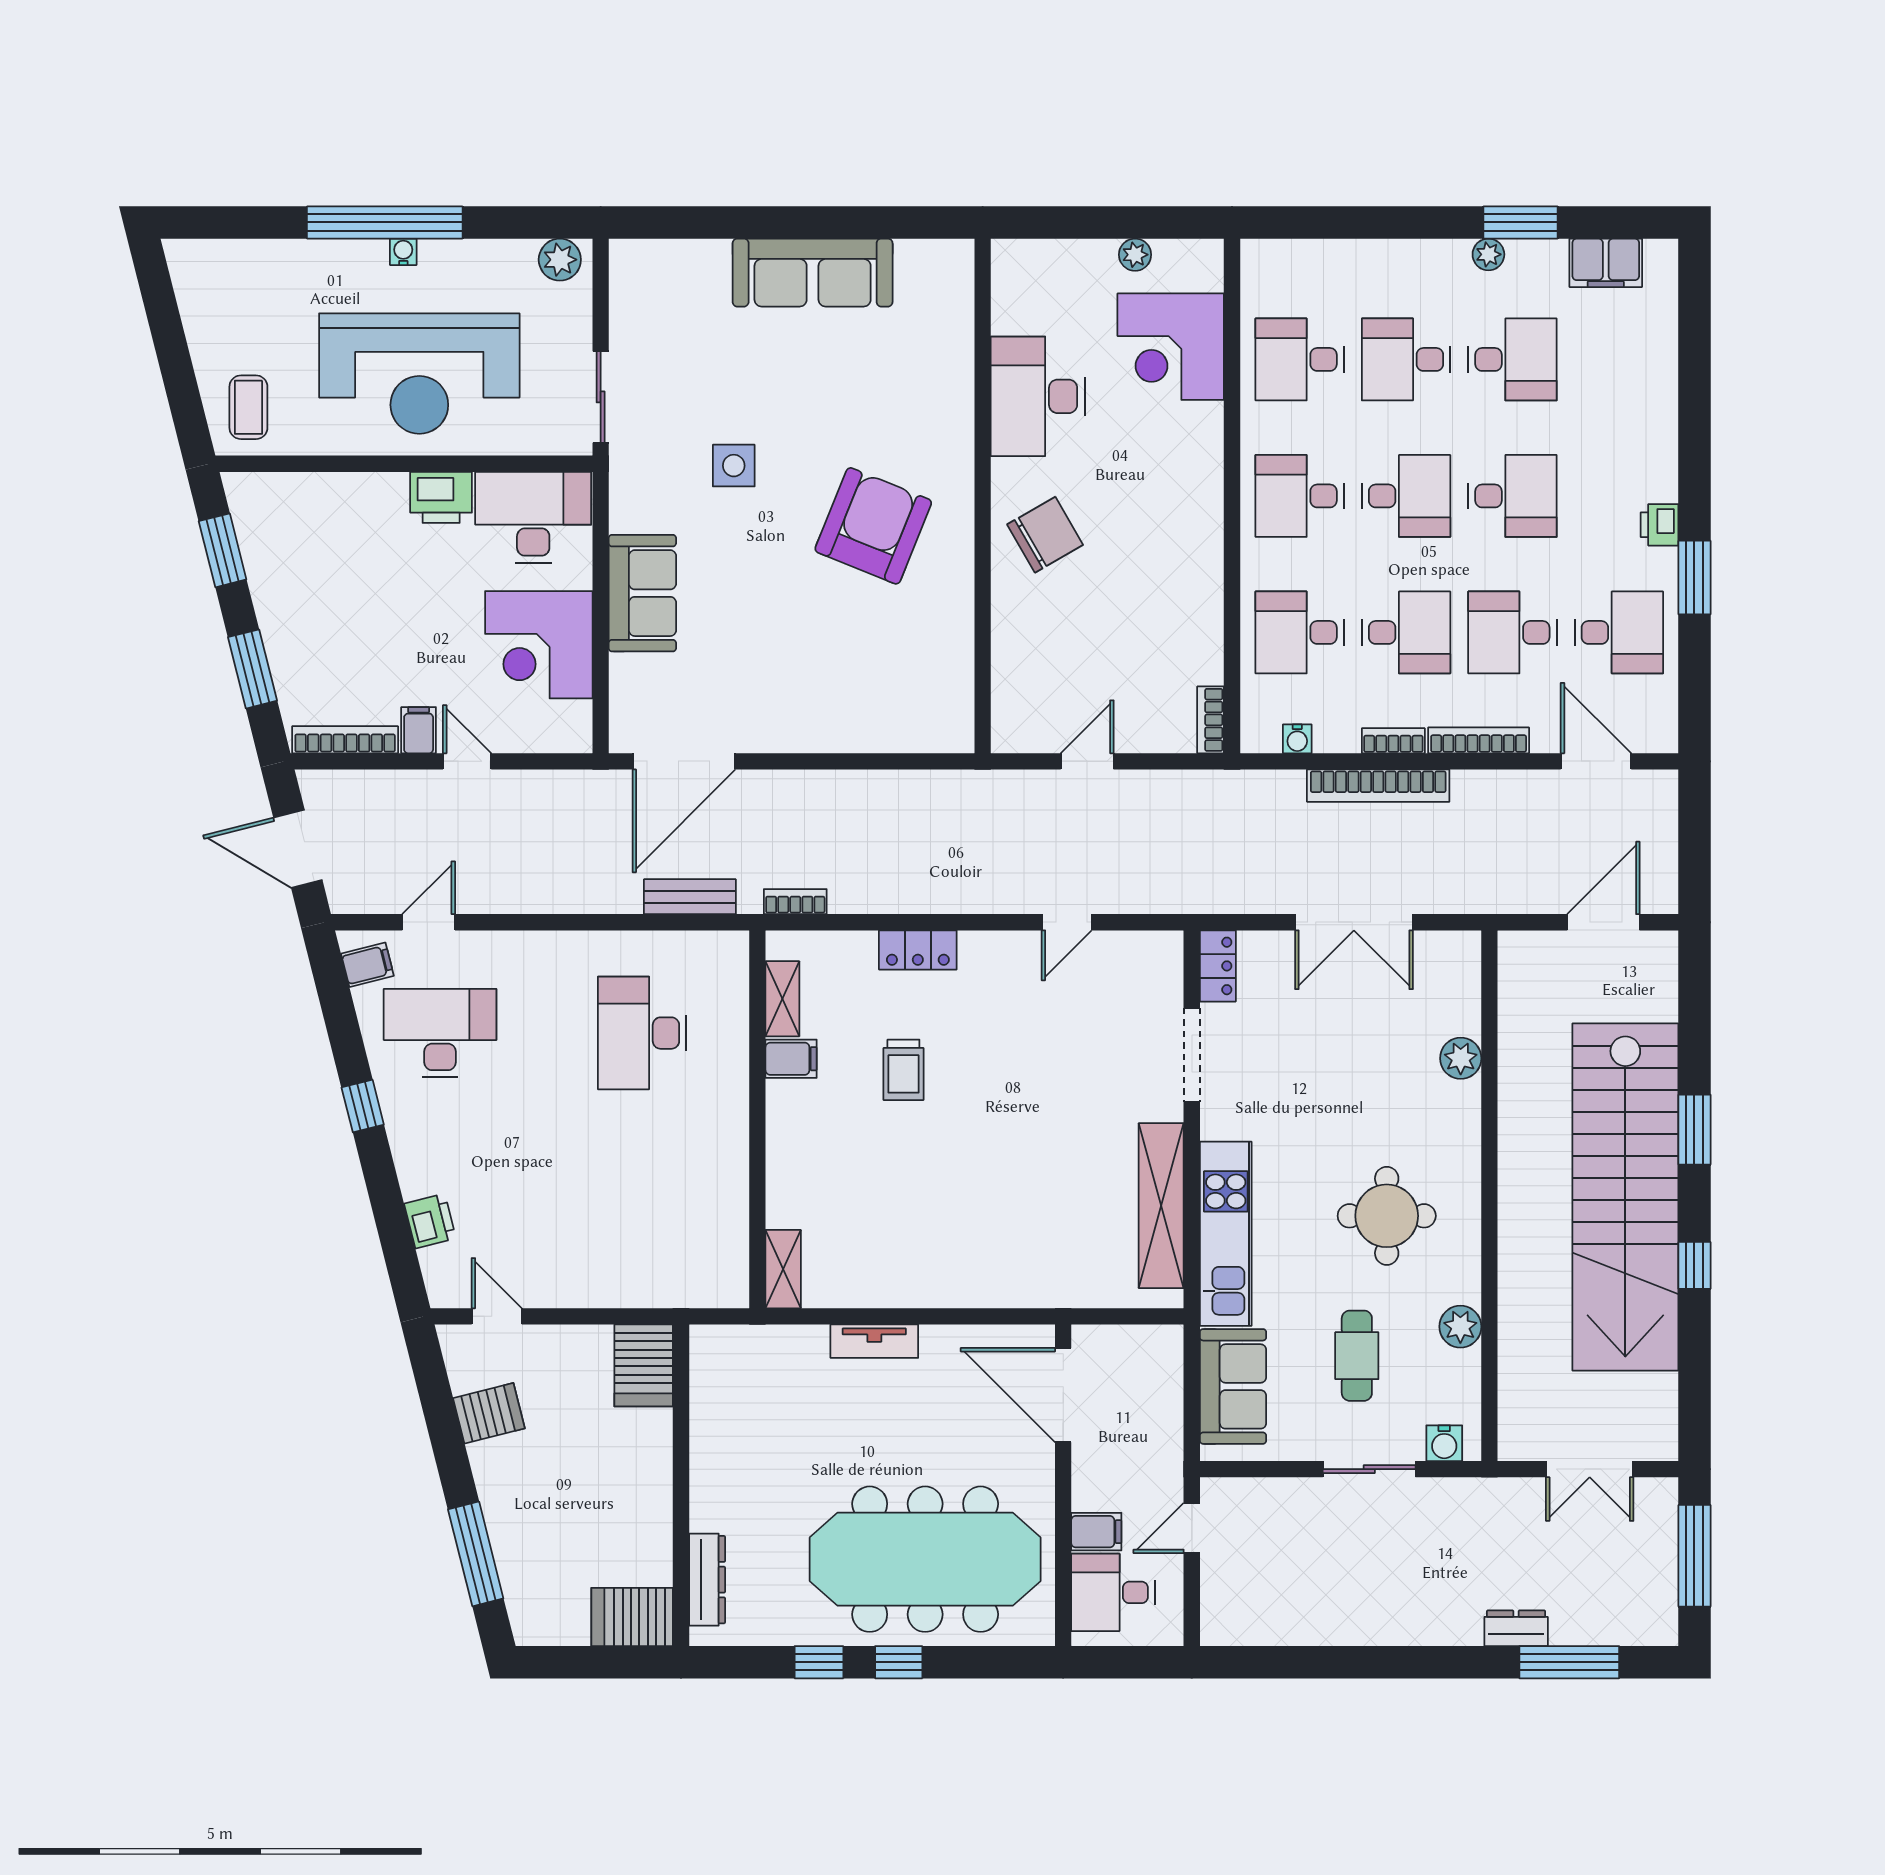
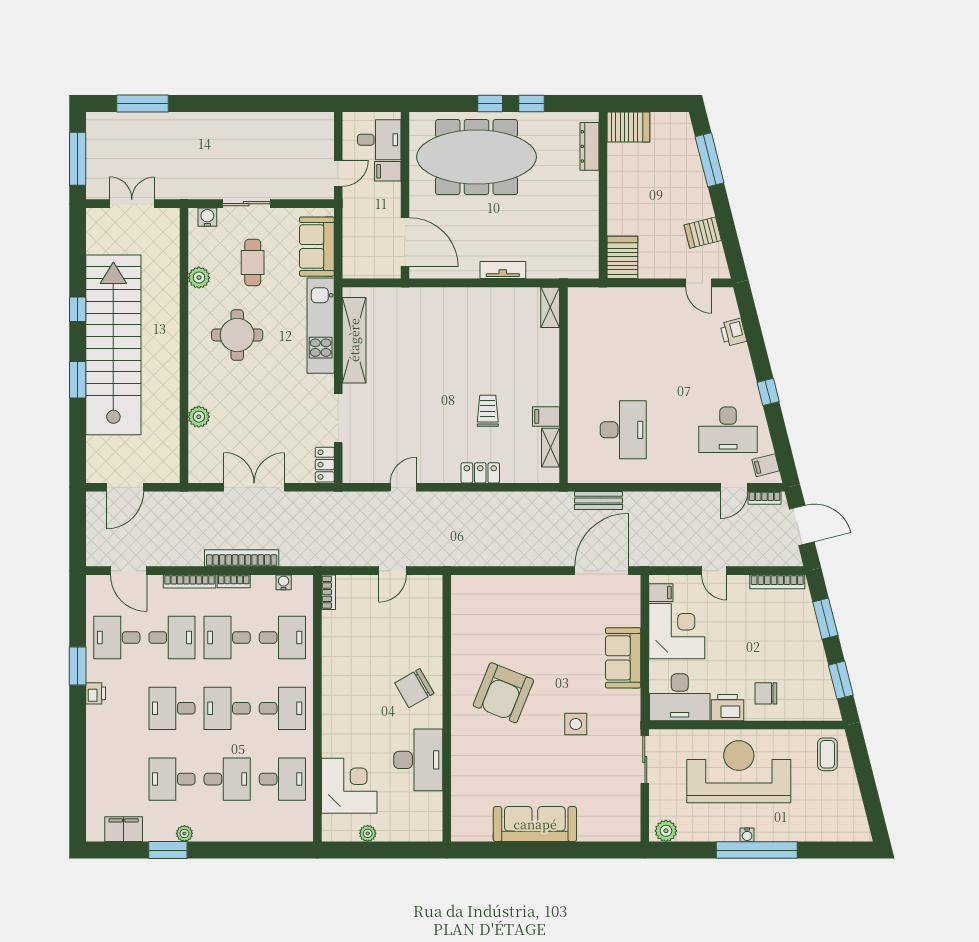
chair: (367, 525) -> (766, 693), added
filing cabinet: (419, 730) -> (661, 593), moved, turned -90
bookcase: (795, 902) -> (764, 498), moved
dresser: (1516, 1628) -> (170, 121), removed

